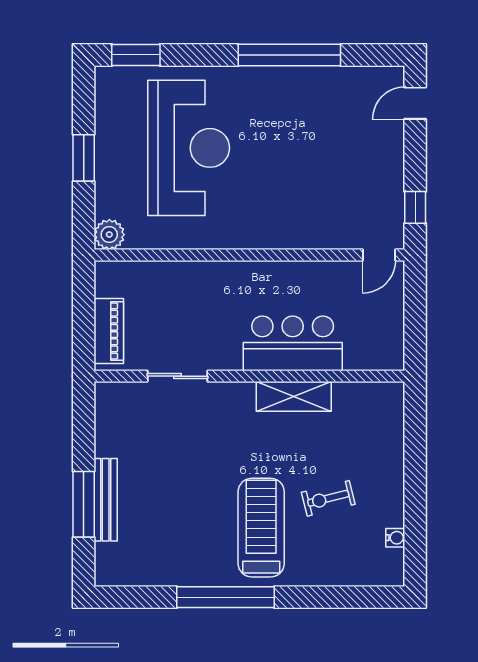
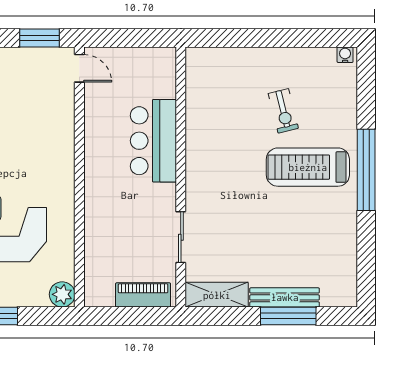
window: (415, 207) -> (39, 38), width x1.50
shelving: (294, 396) -> (217, 295), moved, turned 90
water cooler: (395, 538) -> (345, 55), moved
window: (225, 597) -> (366, 170), moved

